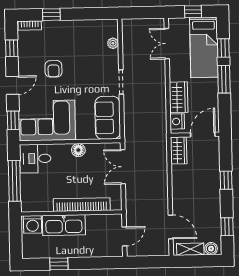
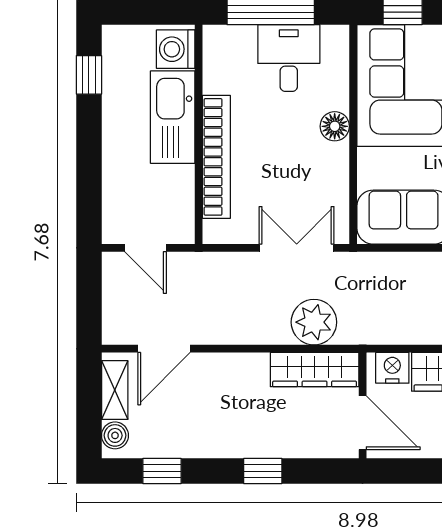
floor lamp: (78, 150) -> (335, 126), moved
wardrobe: (179, 150) -> (315, 370), width x1.50
plant: (157, 158) -> (314, 322), added
desk: (35, 159) -> (289, 58), moved
window: (59, 264) -> (89, 75), moved

